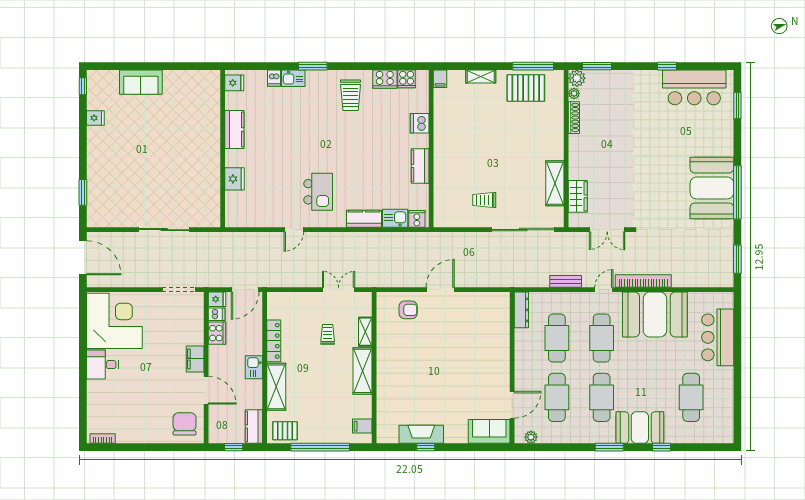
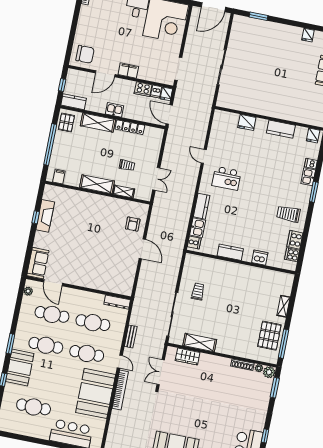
filing cabinet: (440, 79) -> (288, 278), removed

